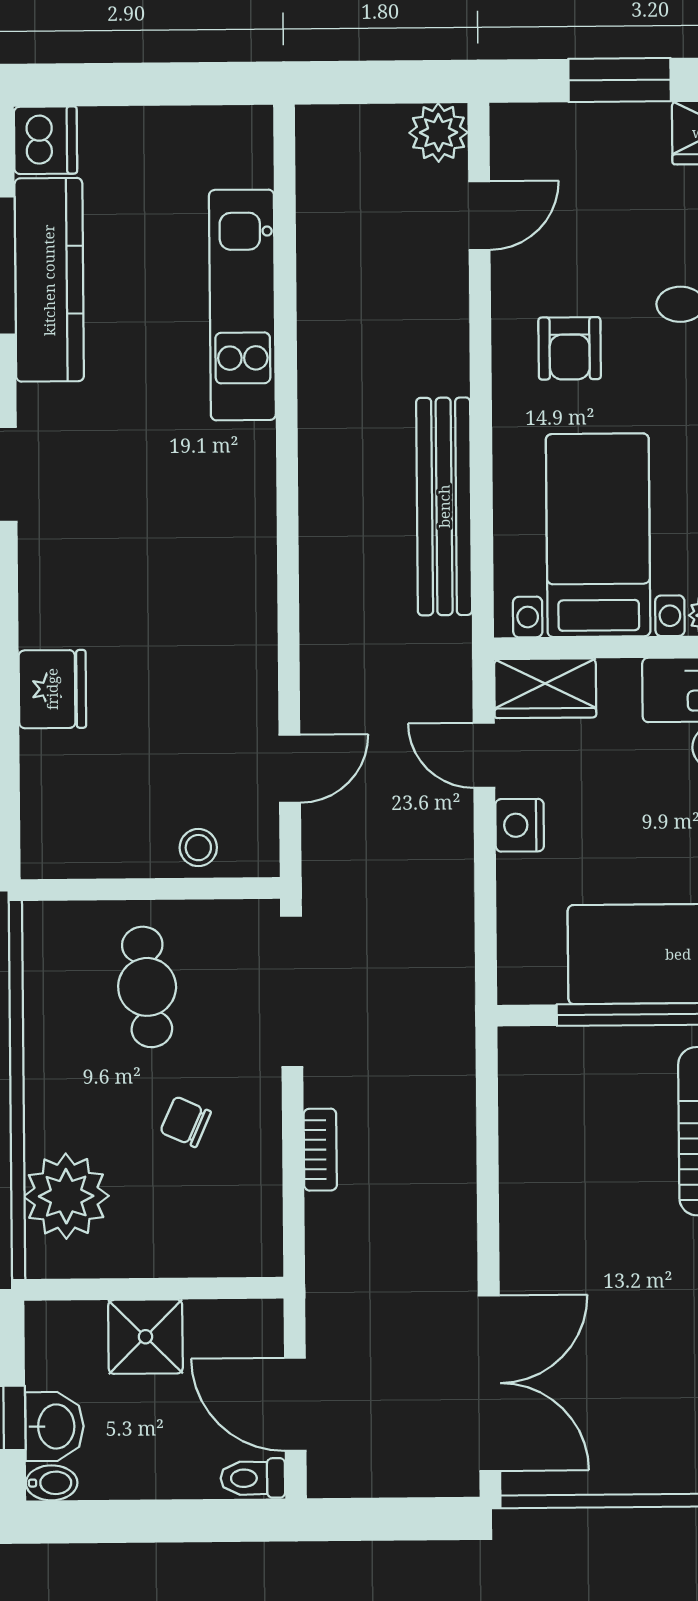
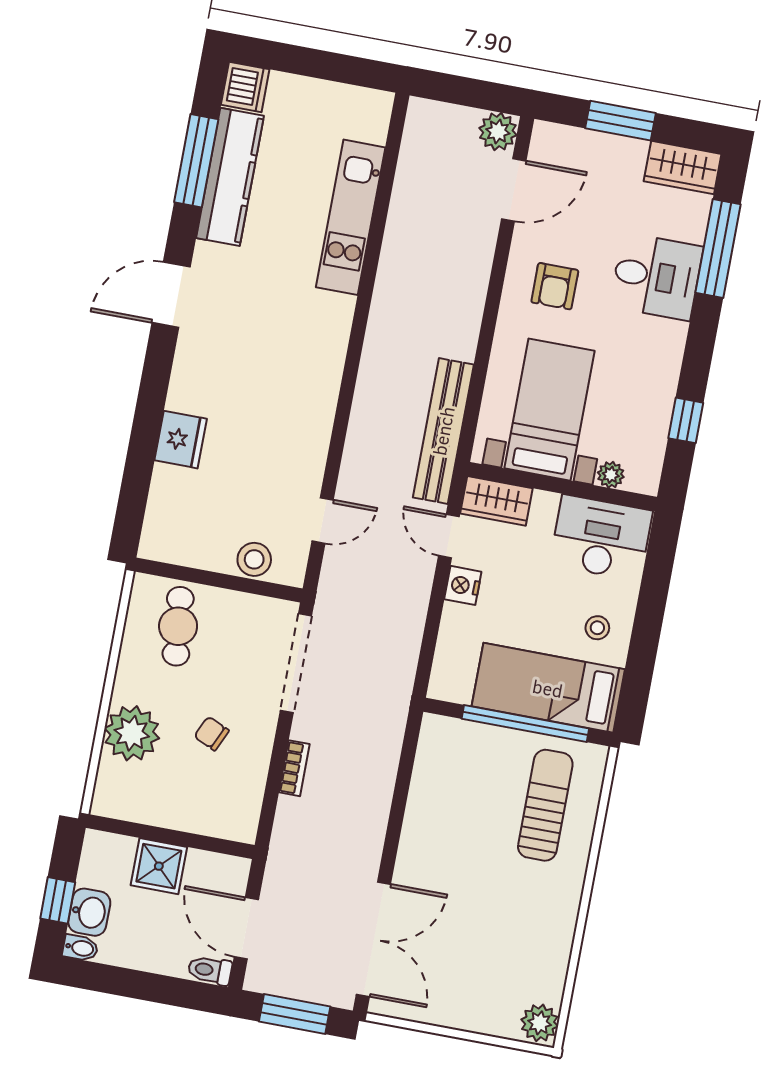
door: (479, 216) -> (514, 190), width x1.38
bench: (444, 506) -> (443, 431), moved
stool: (198, 848) -> (254, 559), width x1.37, depth x1.37
cafe table: (147, 987) -> (178, 626), moved
plant: (66, 1196) -> (132, 733), moved
window: (393, 1519) -> (295, 1014), added

